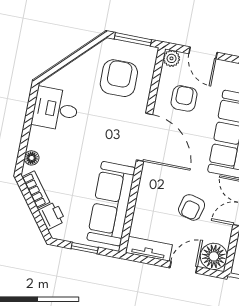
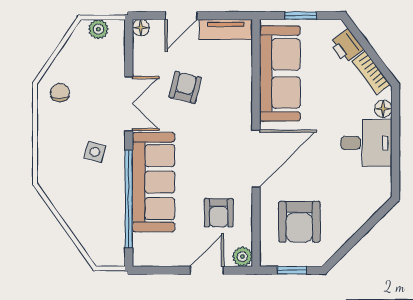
window: (133, 39) -> (292, 270), width x0.67
door: (203, 53) -> (207, 270), hinge flipped
desk: (55, 109) -> (366, 143), moved
door: (145, 137) -> (256, 159), swing flipped
floor lamp: (214, 256) -> (141, 28), width x0.53, depth x0.53

